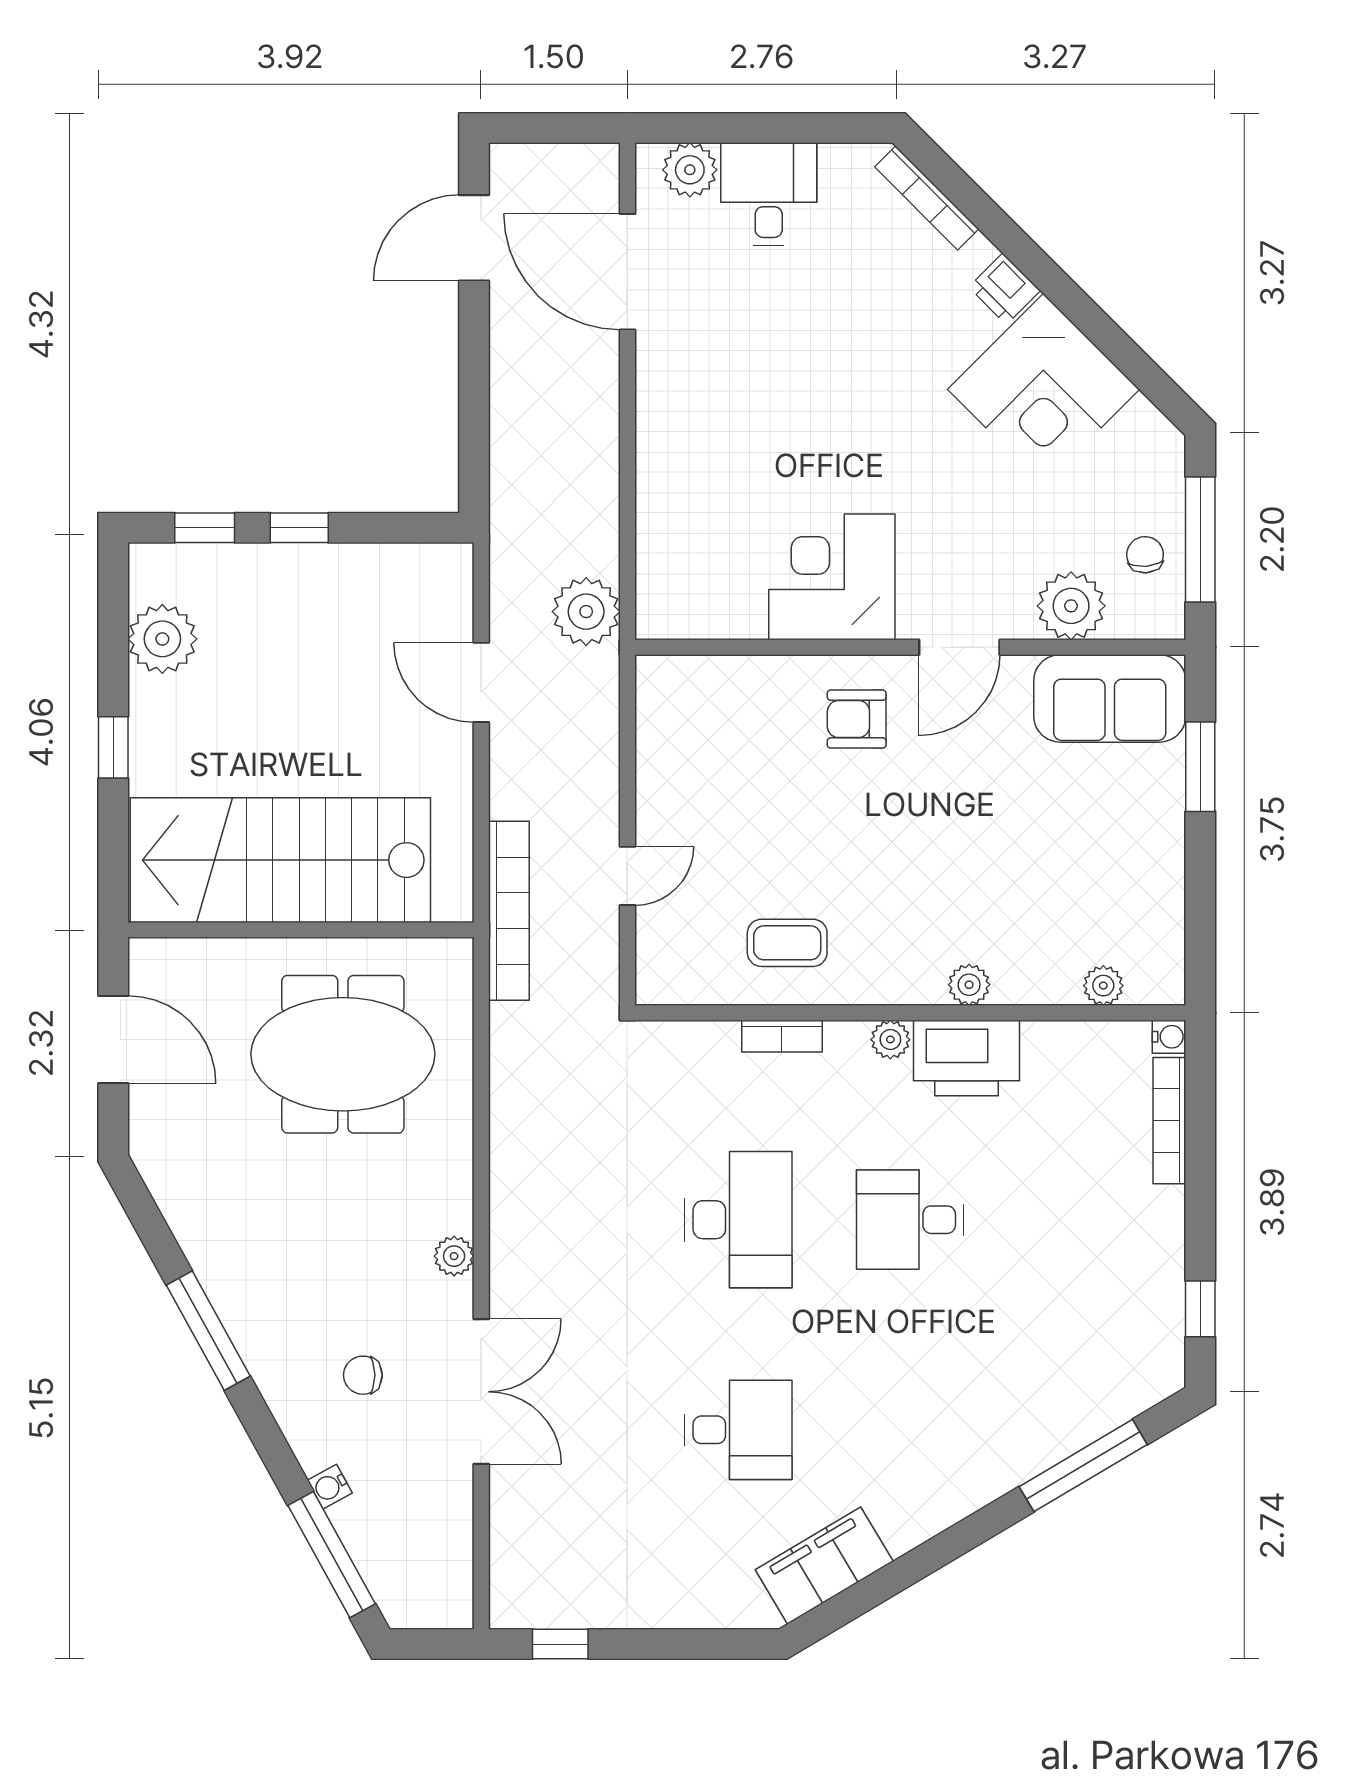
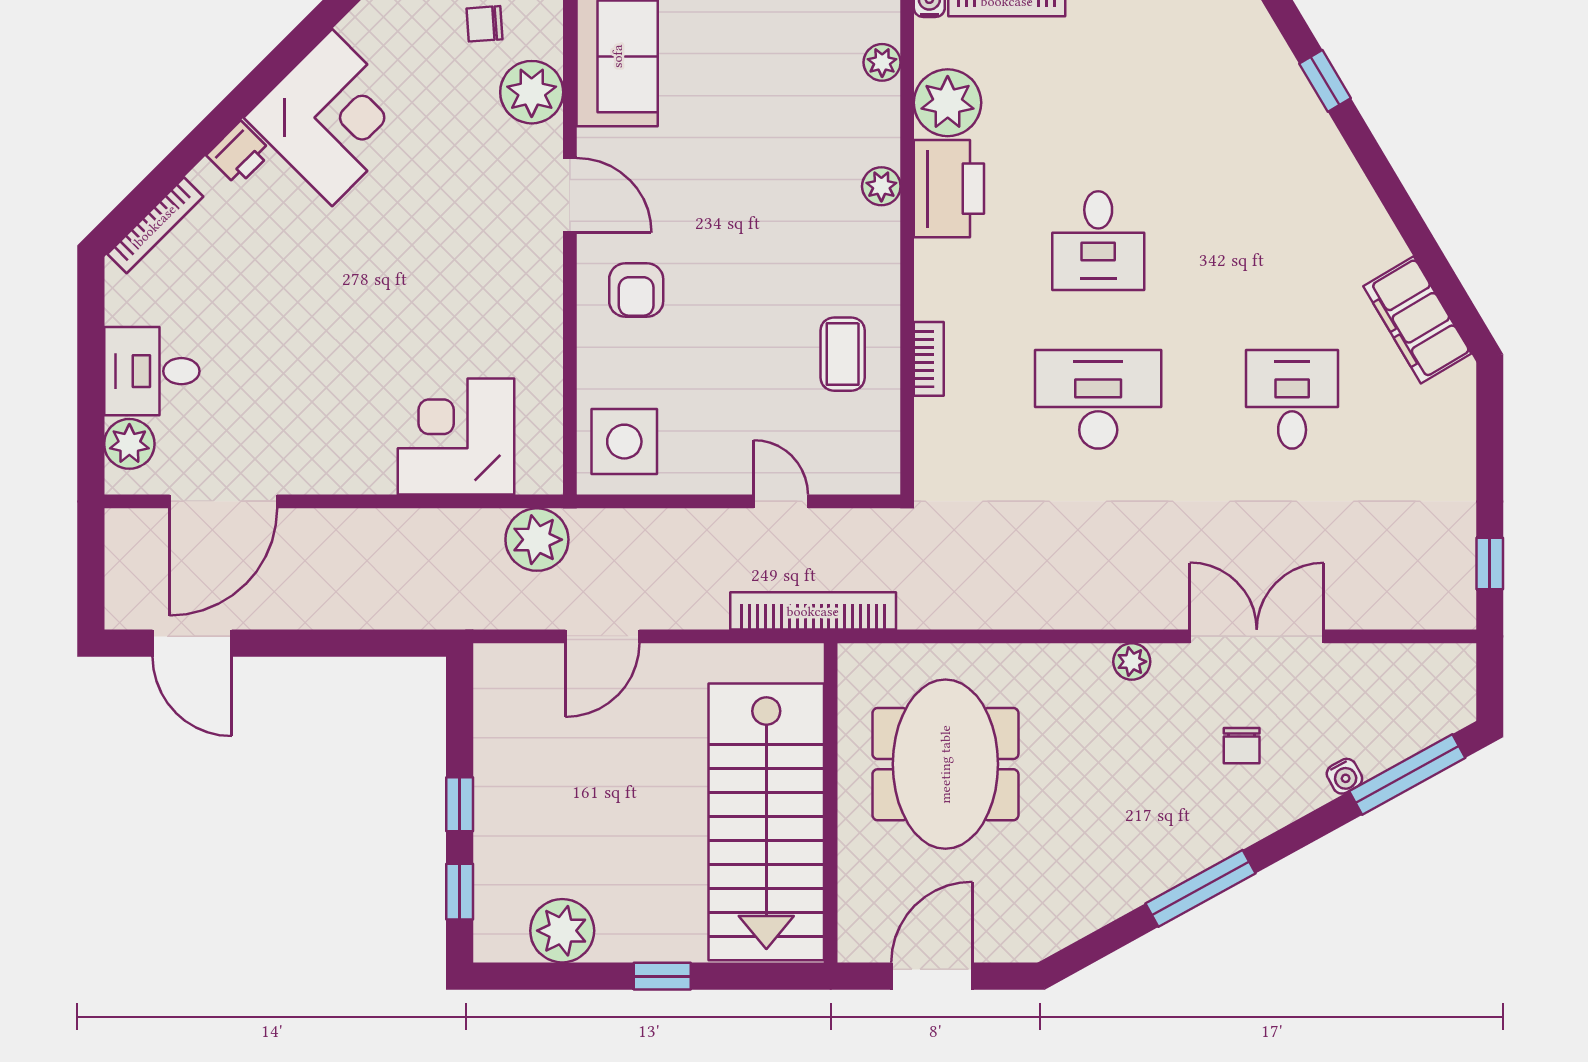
corner desk: (832, 577) -> (456, 437), moved, turned 90
side table: (692, 706) -> (624, 442), added
plant: (890, 1040) -> (948, 103), moved, width x1.88, depth x1.88
window: (1083, 1466) -> (1325, 81), width x0.46

